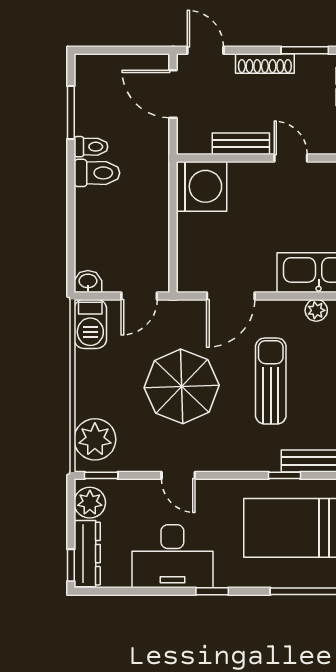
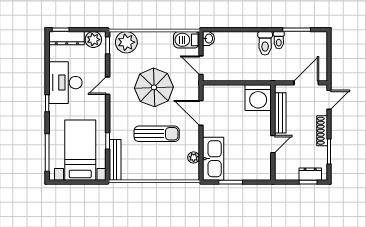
bench: (241, 144) -> (280, 113), width x1.36

